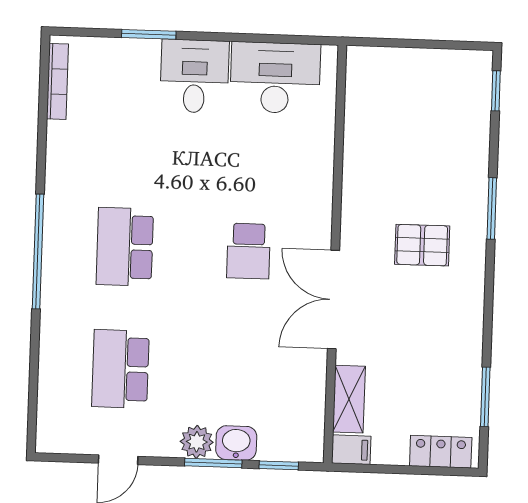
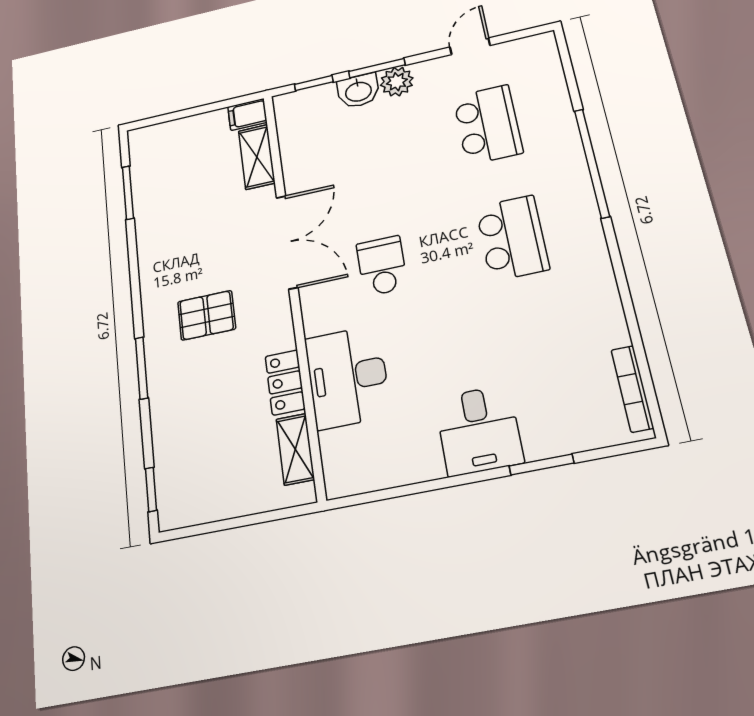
desk: (275, 78) -> (348, 377), moved, turned 90
shelving: (358, 97) -> (295, 449), added
window: (38, 251) -> (592, 163), moved
locker: (441, 452) -> (285, 382), moved, turned 90

